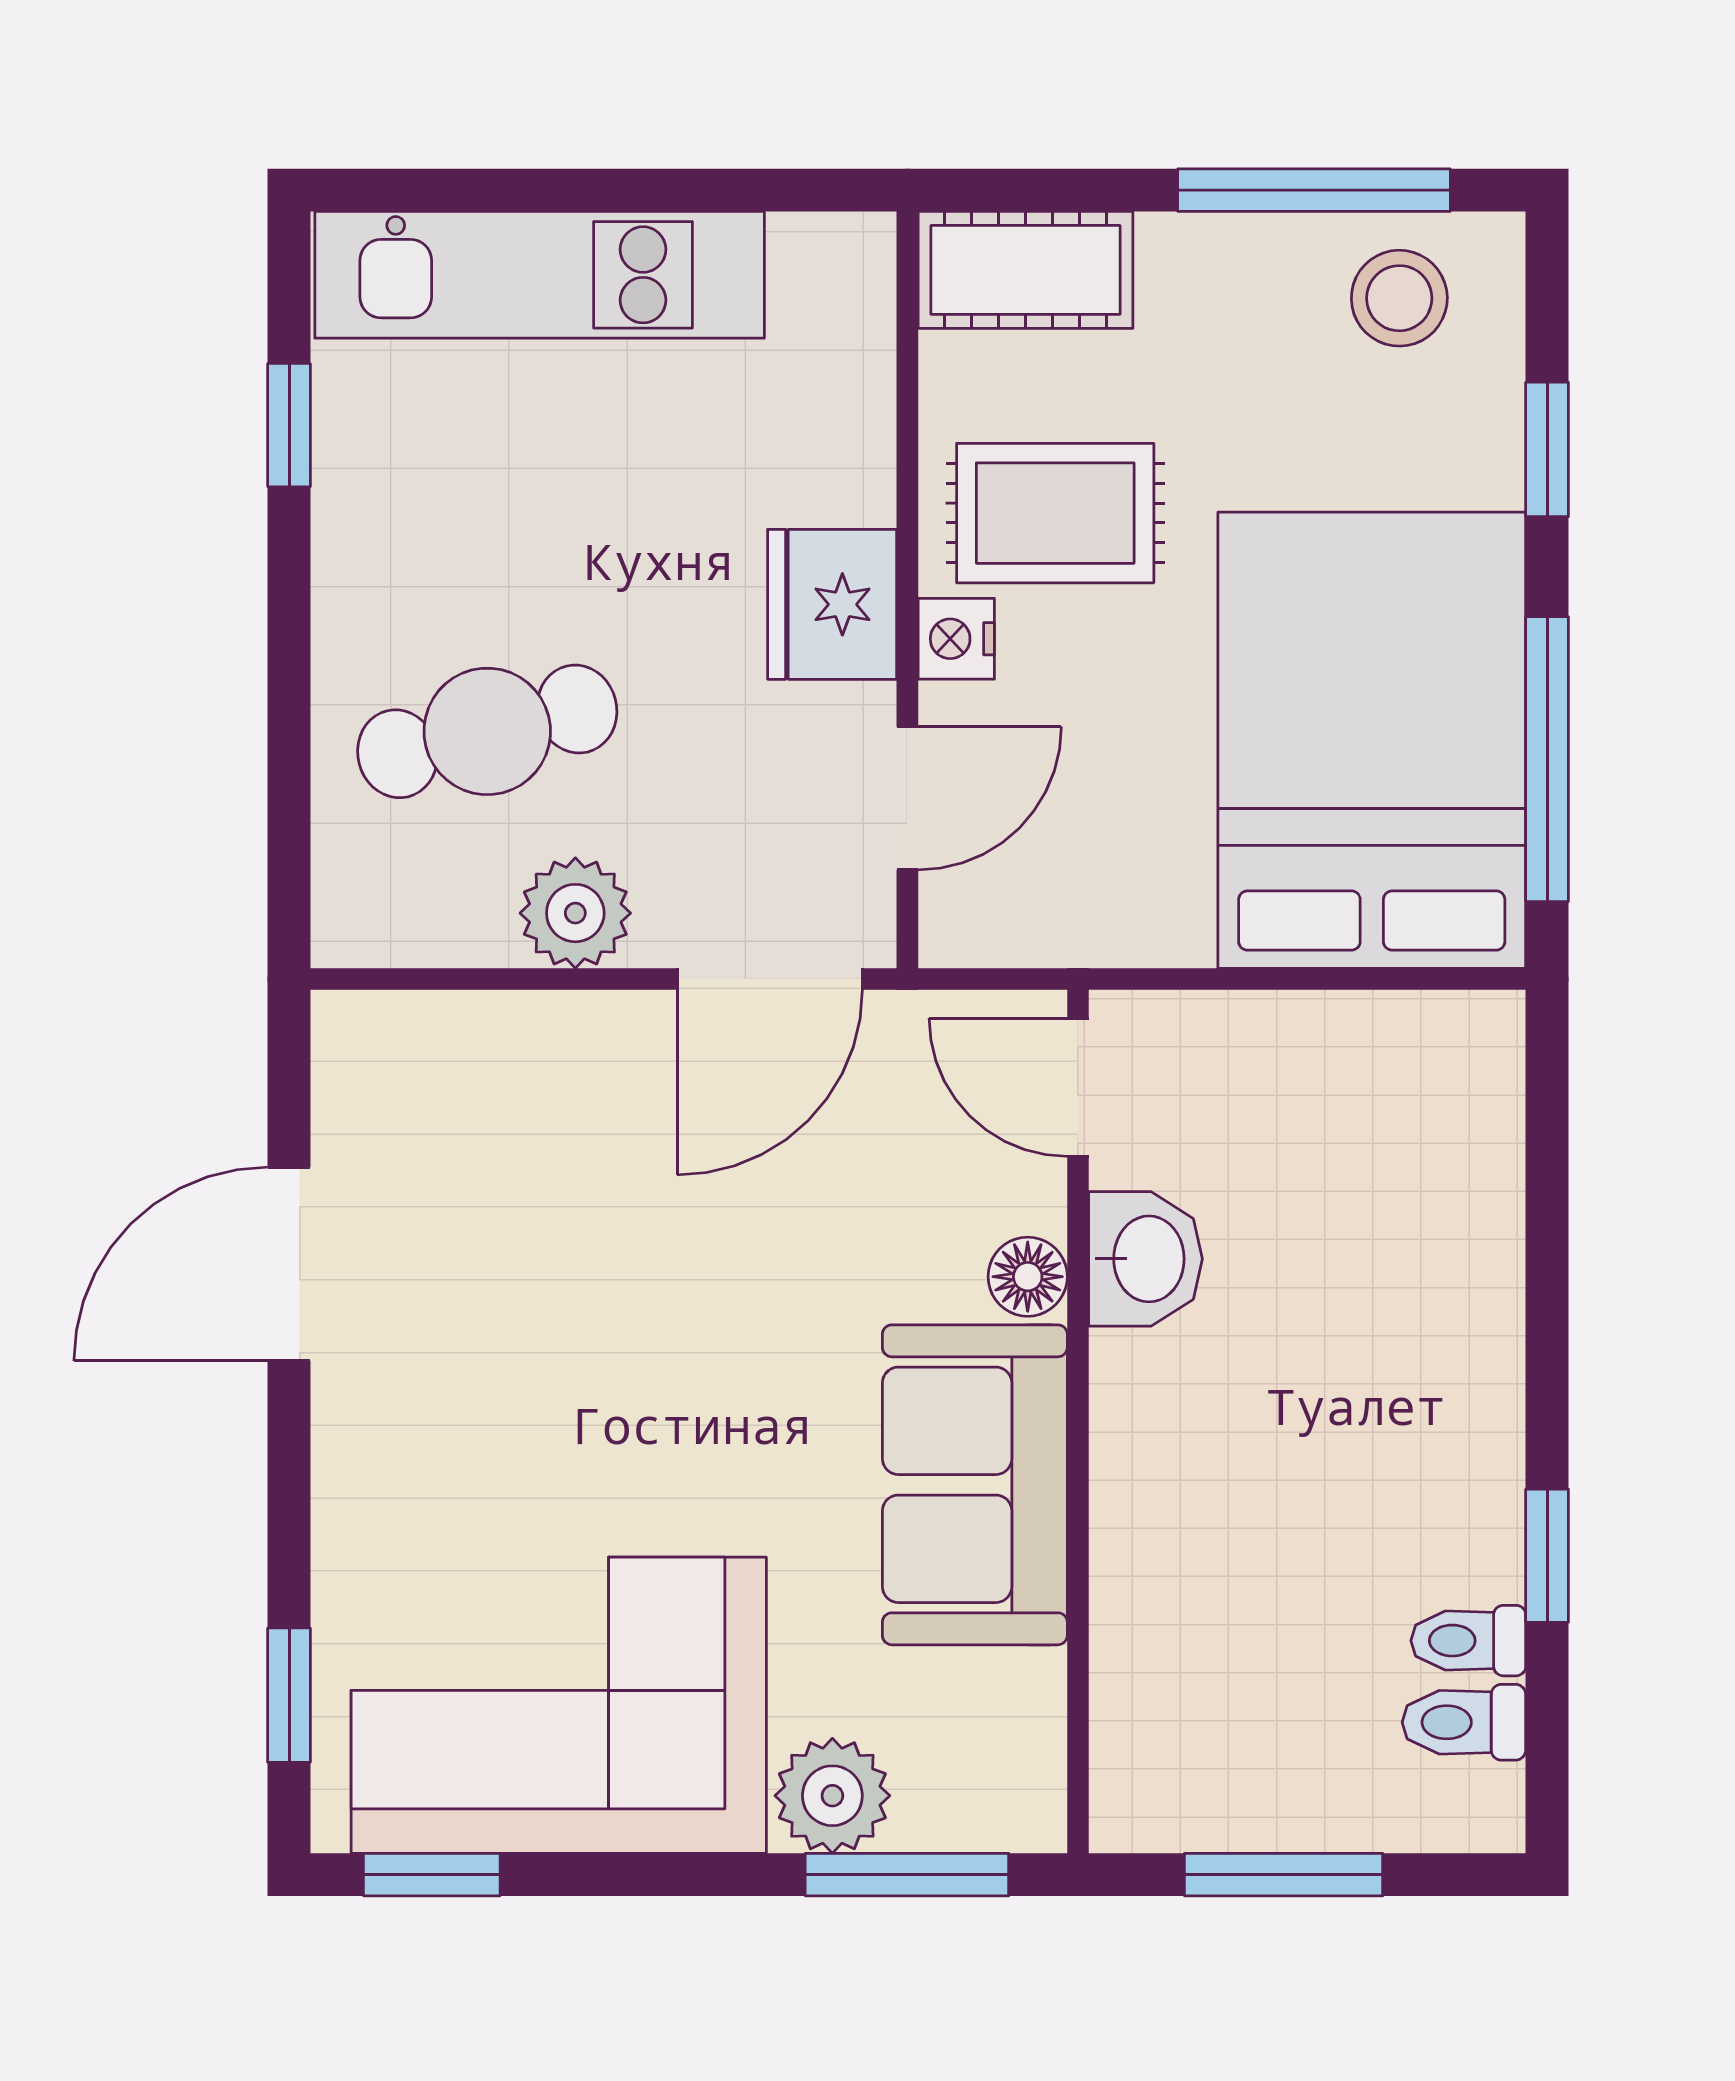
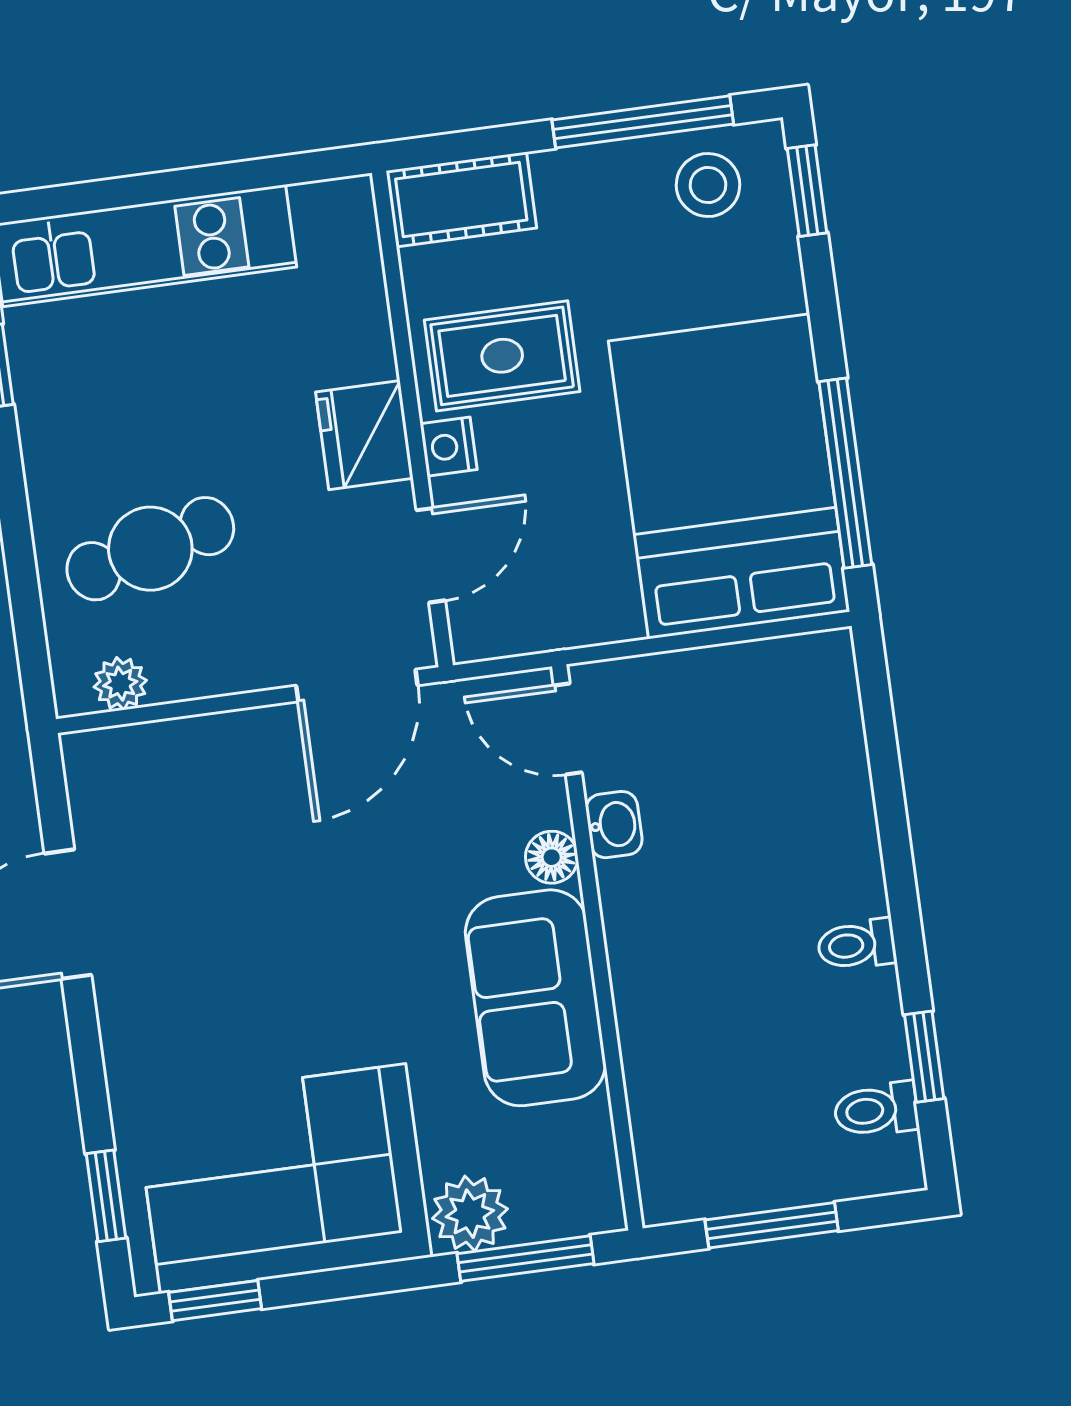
window: (1547, 449) -> (807, 191), moved
plant: (575, 913) -> (120, 684), moved, width x0.73, depth x0.73
washbasin: (1146, 1259) -> (614, 825), width x0.72, depth x0.69
window: (1547, 1556) -> (924, 1057), moved
toilet: (1468, 1641) -> (857, 945), moved

